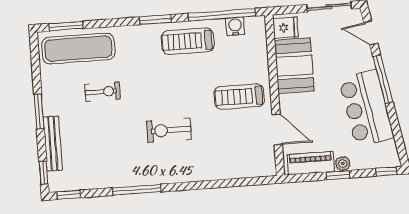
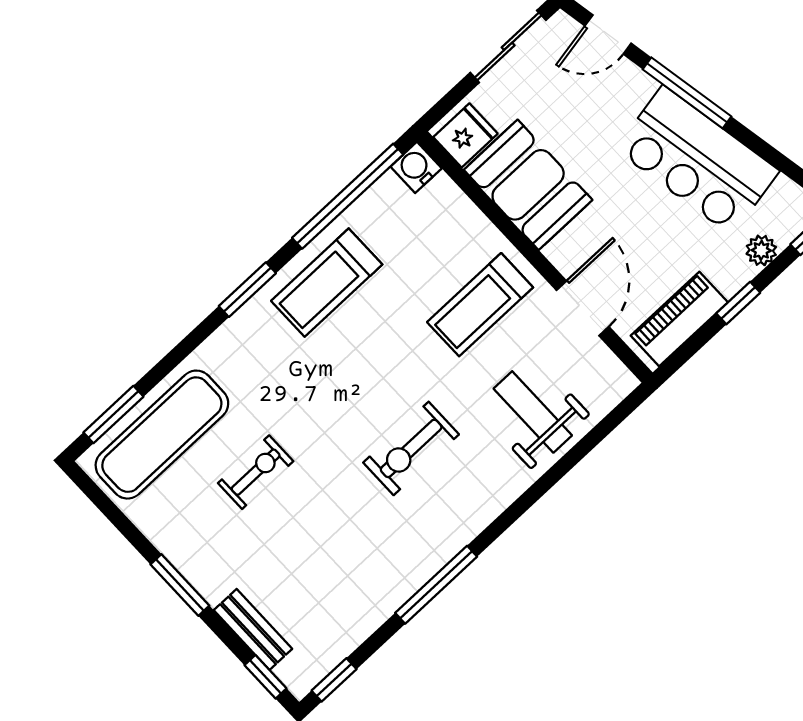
water cooler: (235, 26) -> (416, 167), moved
door: (277, 129) -> (583, 308), hinge flipped
bench: (53, 144) -> (253, 629), width x0.73
weight bench: (226, 154) -> (533, 412), added
plant: (343, 164) -> (761, 250), moved

